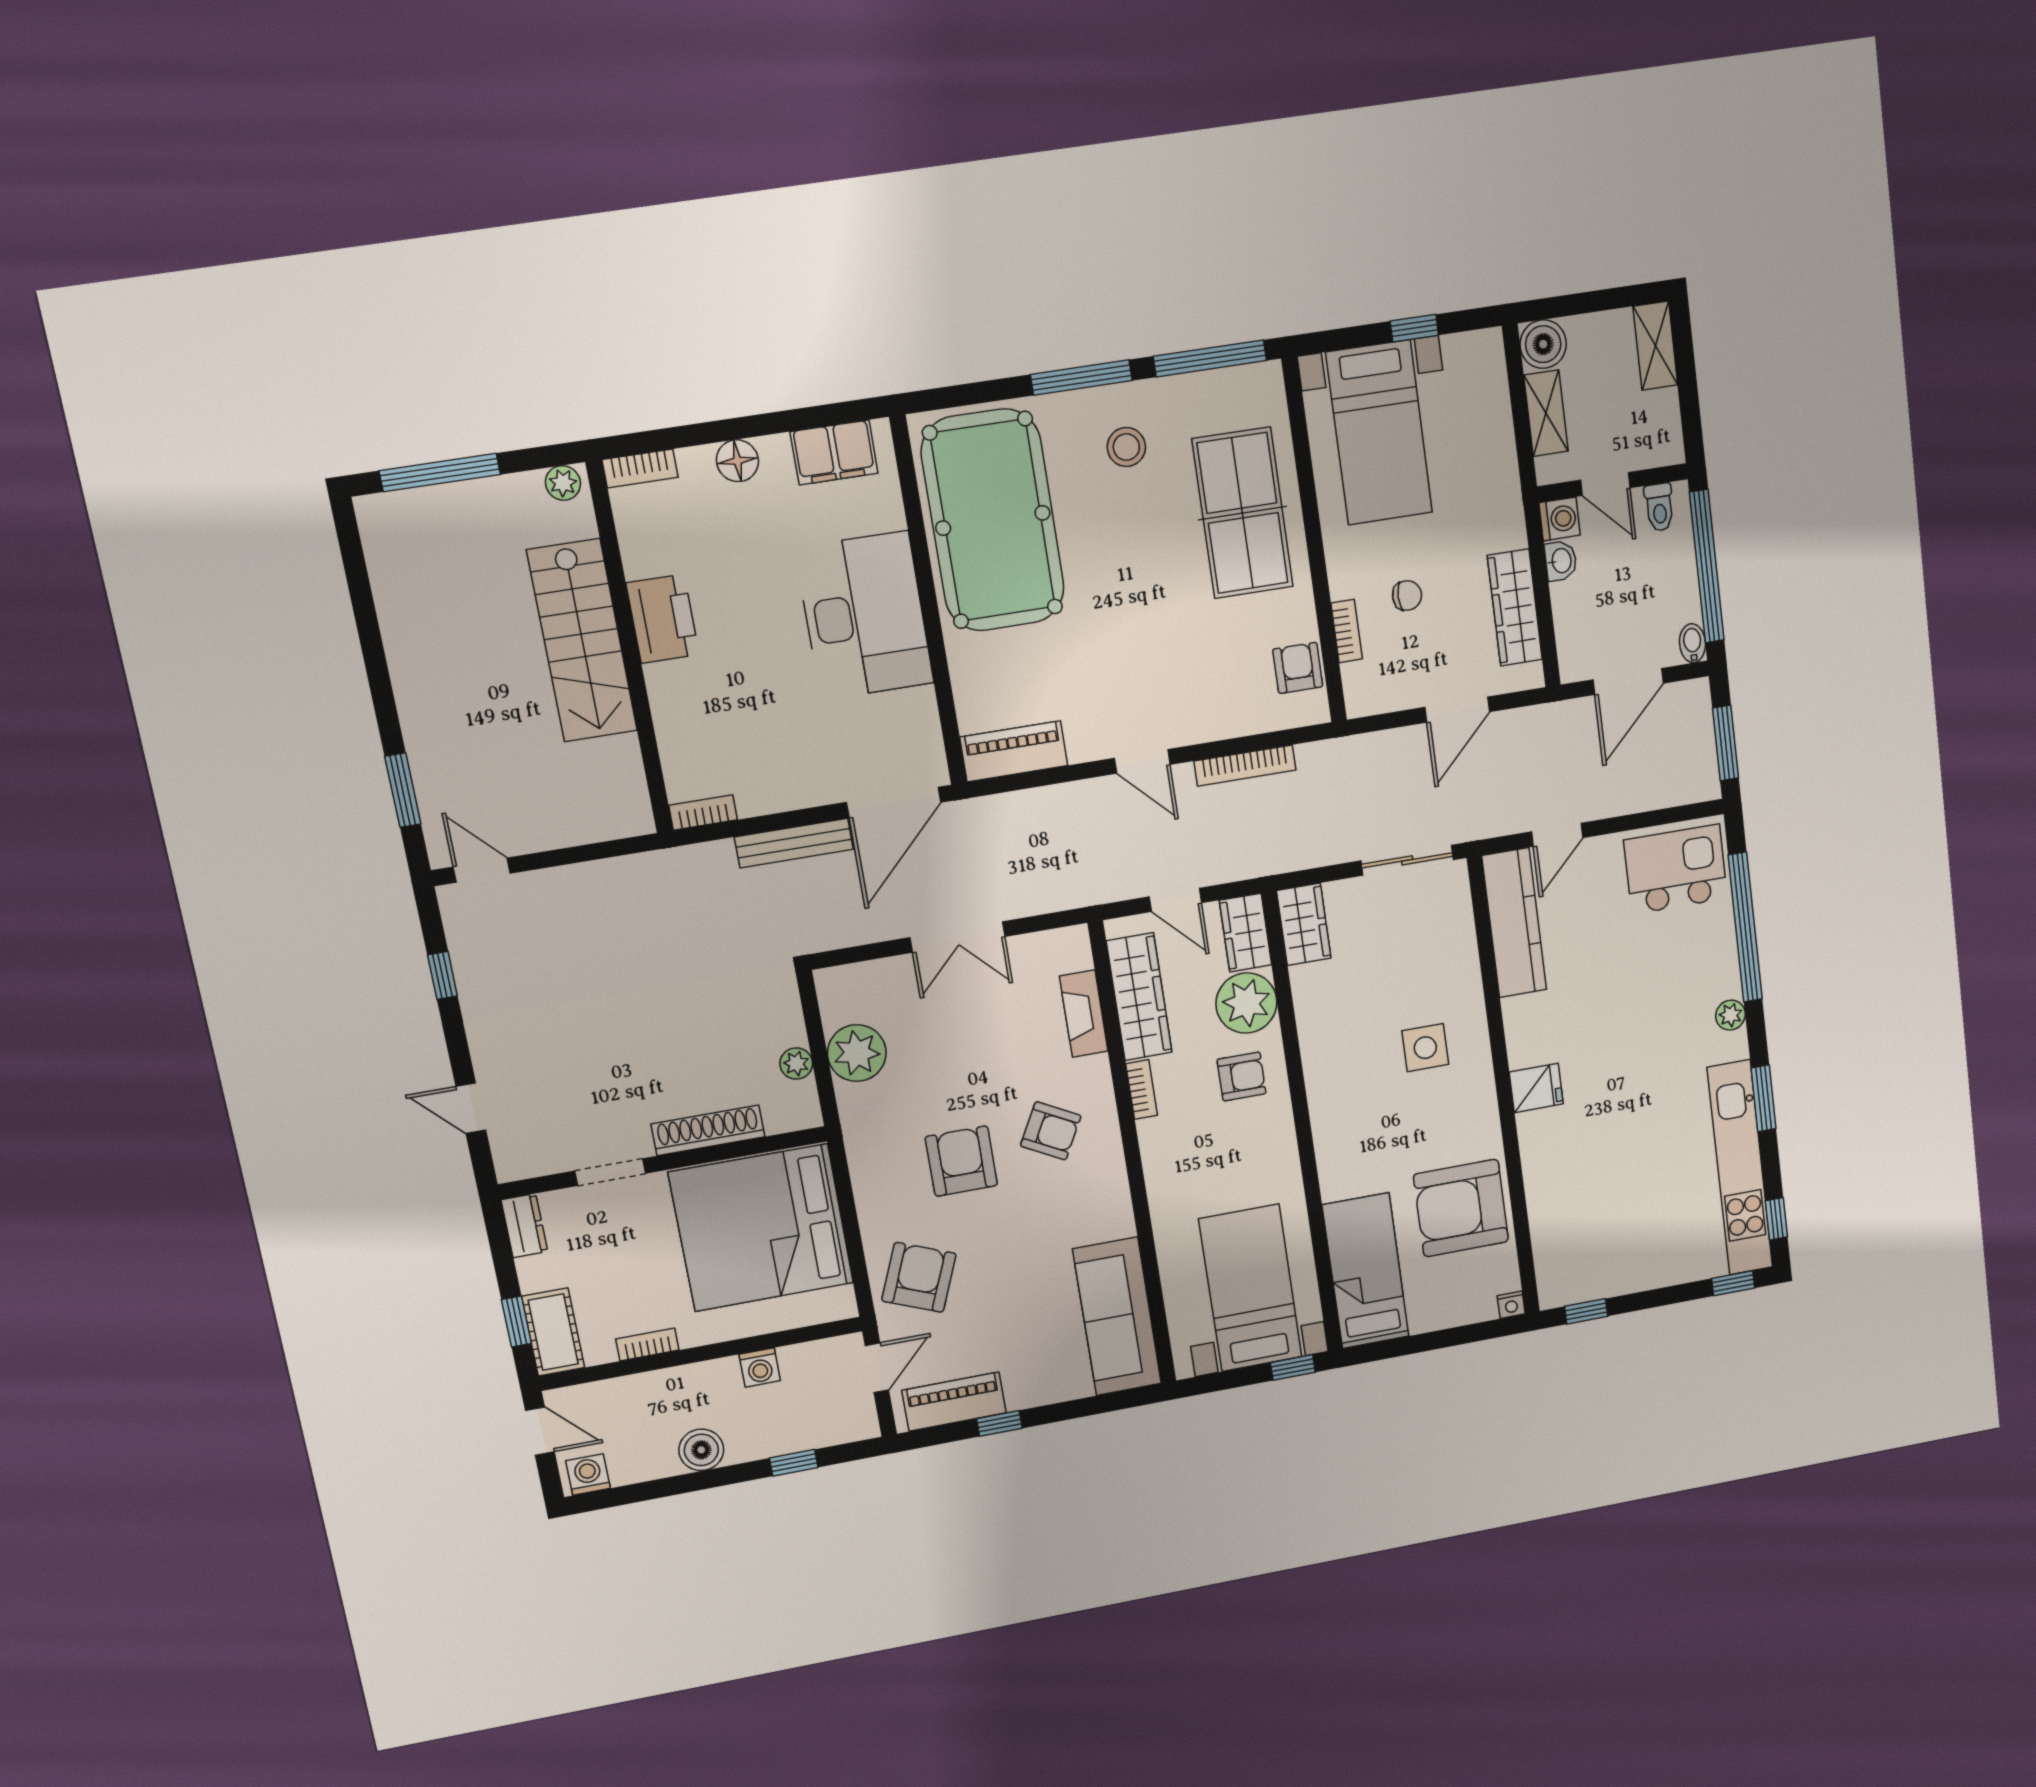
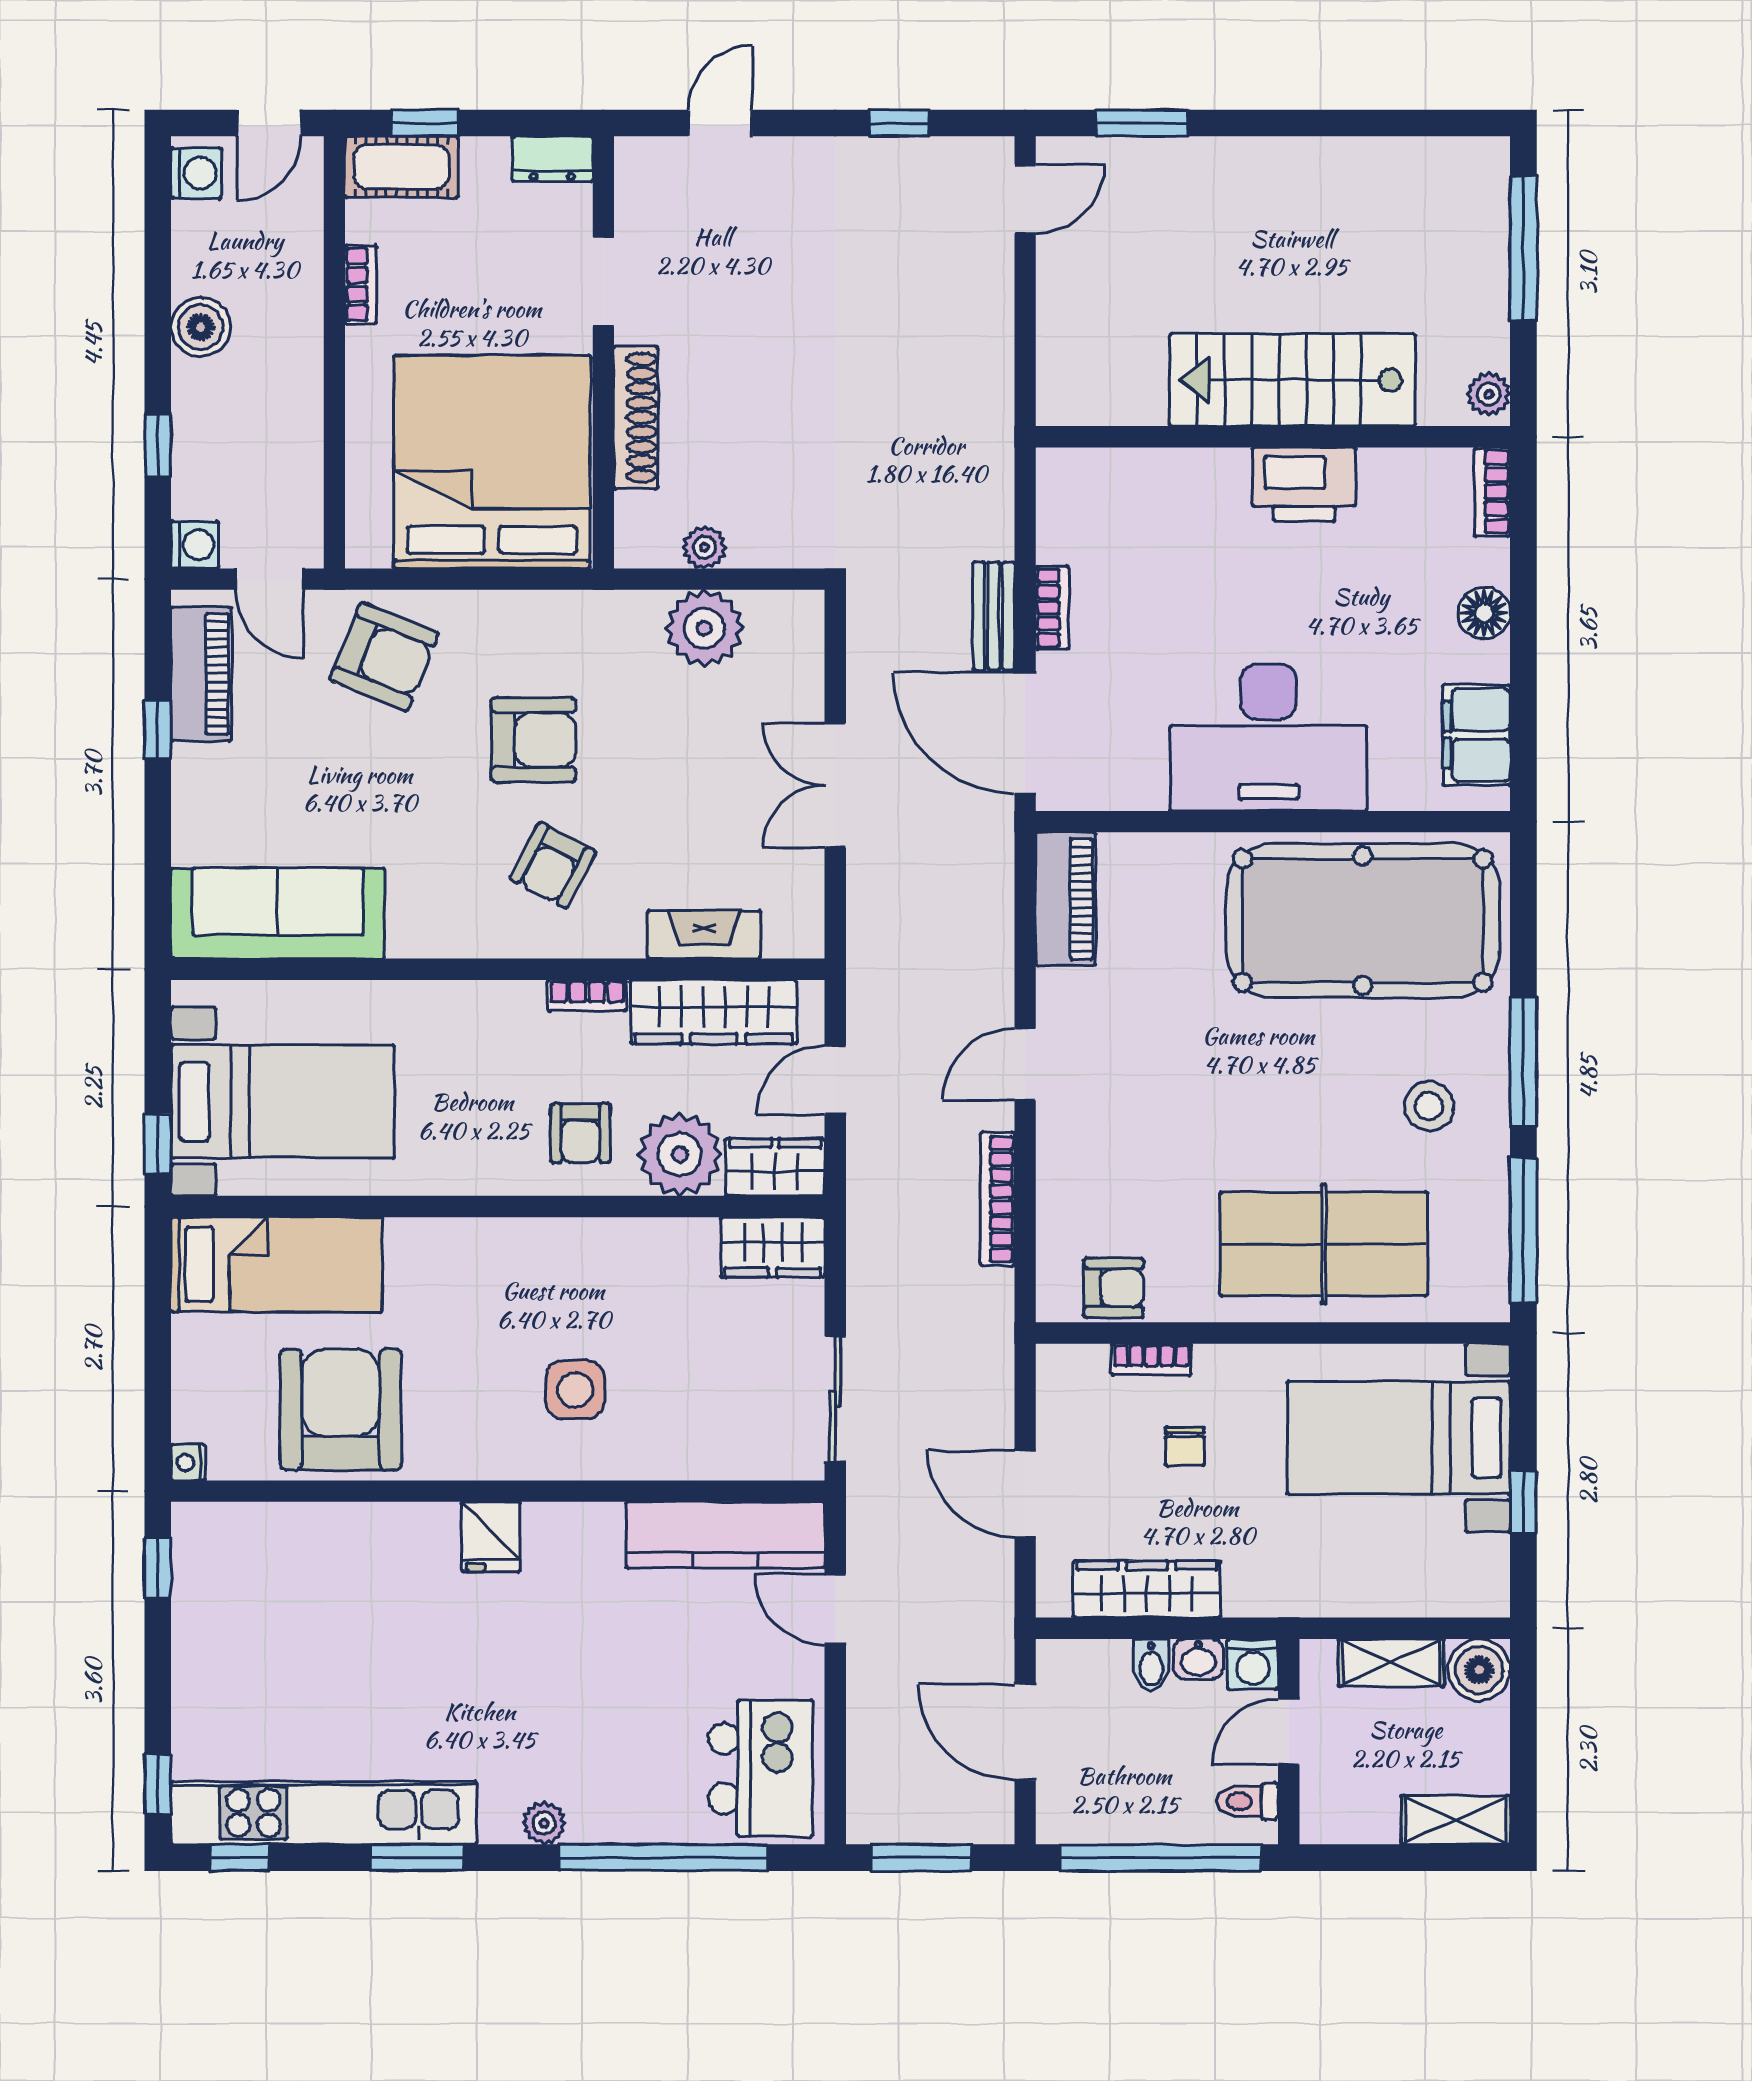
bidet: (1692, 643) -> (1151, 1665), moved, turned 90
bookcase: (703, 812) -> (1052, 608), moved
bench: (794, 843) -> (994, 616), width x0.73
washing machine: (760, 1368) -> (195, 545), moved, turned 180

